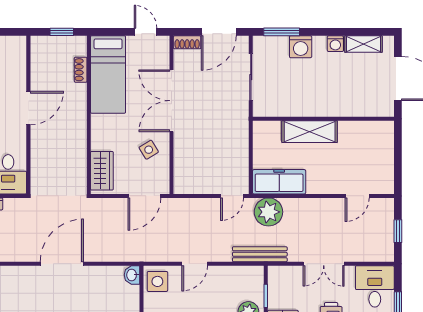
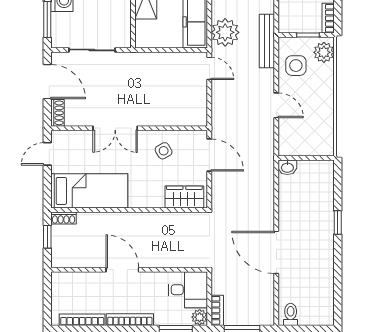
shoe rack: (81, 70) -> (64, 218), moved
double door: (172, 101) -> (115, 128), width x0.73
door: (62, 264) -> (276, 252), moved
side table: (157, 281) -> (296, 66), moved

